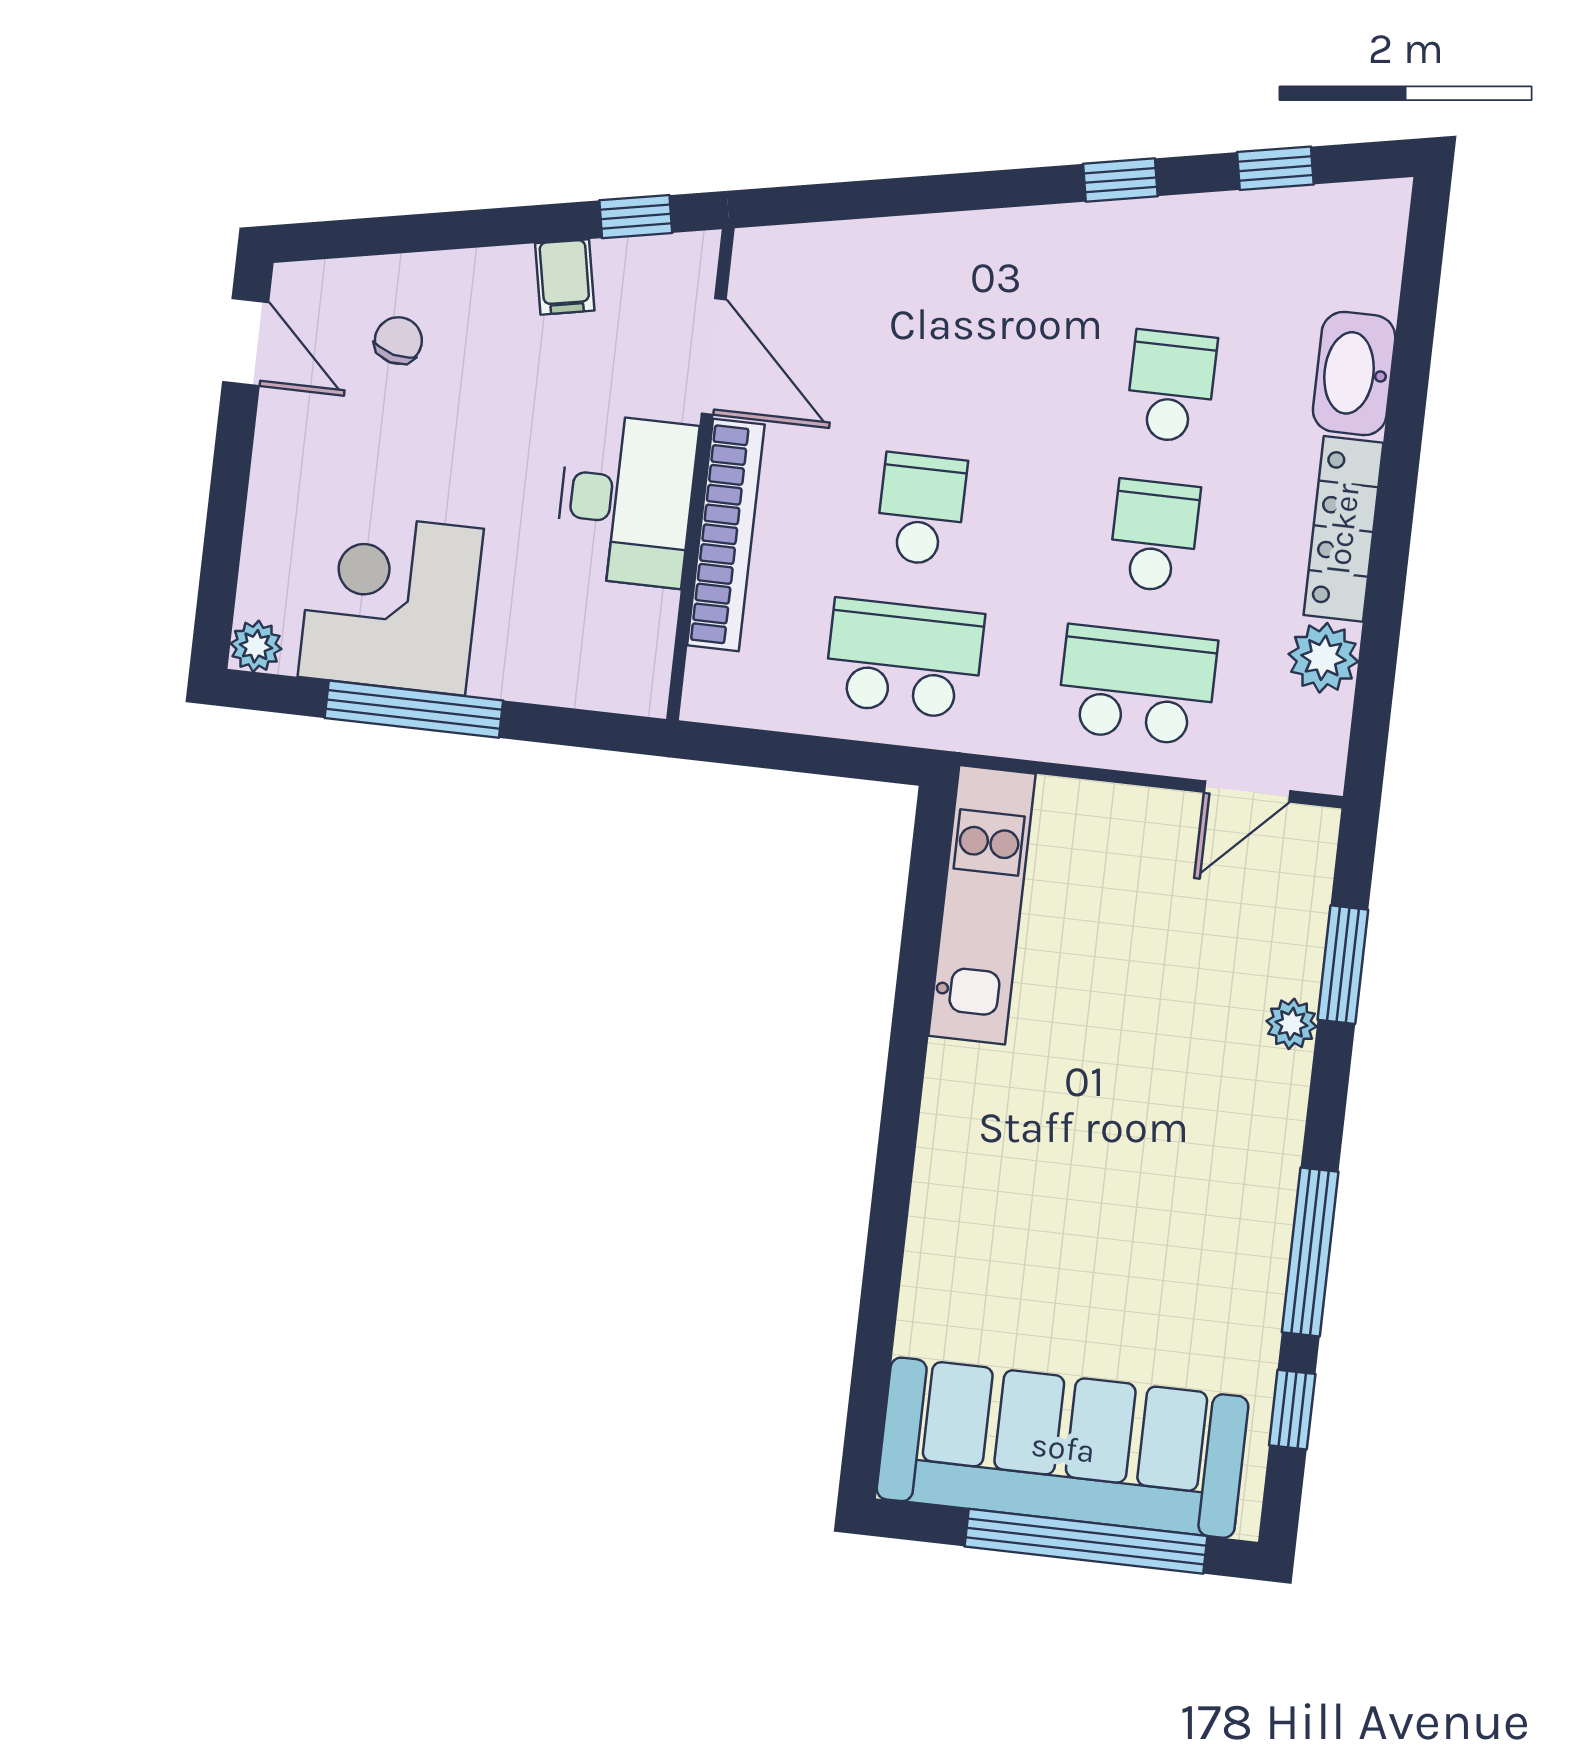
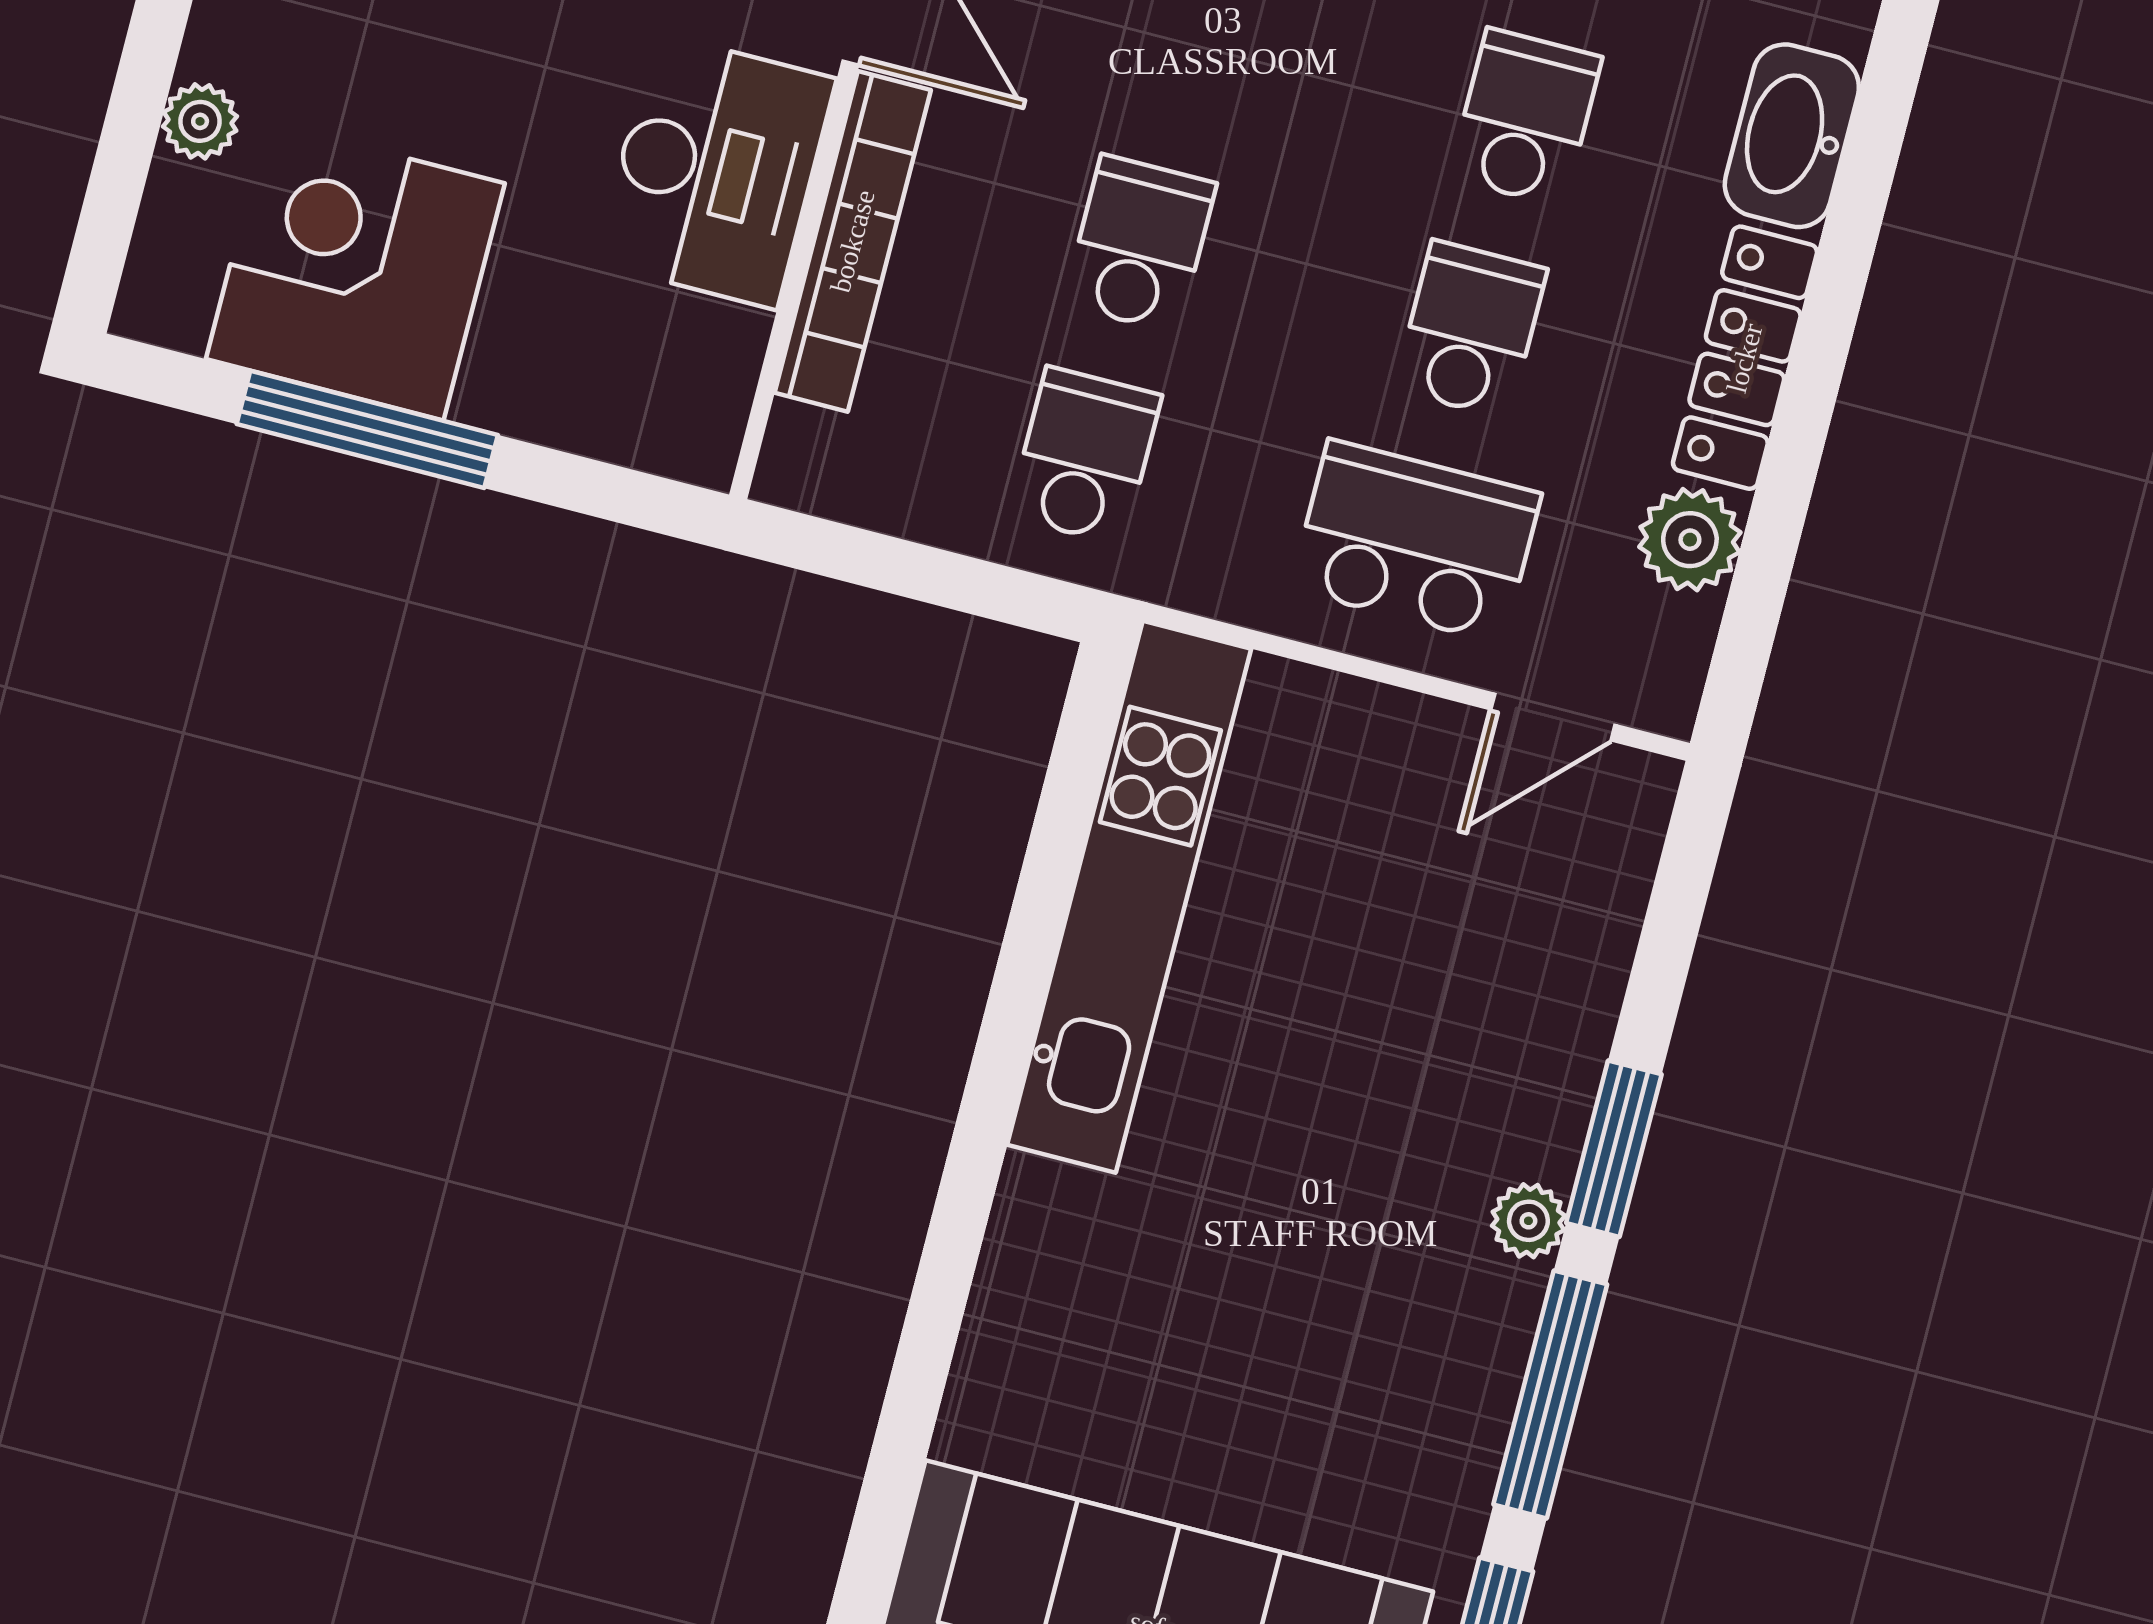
plant: (256, 646) -> (200, 121), moved
school desk: (904, 659) -> (1085, 456), width x0.54
kitchen unit: (982, 905) -> (1129, 897), width x1.36
window: (1343, 965) -> (1614, 1149), moved
plant: (1292, 1024) -> (1528, 1221), moved

